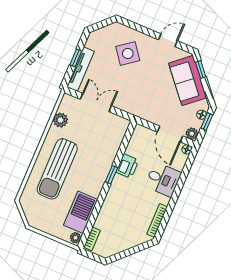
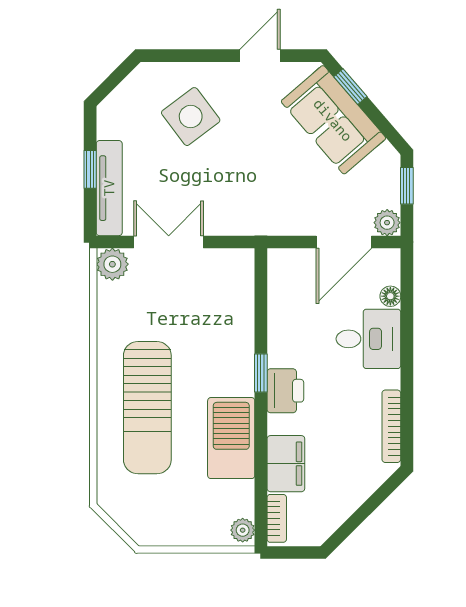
floor lamp: (201, 115) -> (390, 176), removed
plant: (60, 120) -> (112, 264), moved
door: (170, 134) -> (344, 242), hinge flipped
floor lamp: (187, 149) -> (390, 296), moved
printer: (127, 166) -> (285, 391), moved
barbecue: (81, 212) -> (231, 438), moved
filing cabinet: (106, 217) -> (286, 464), added

